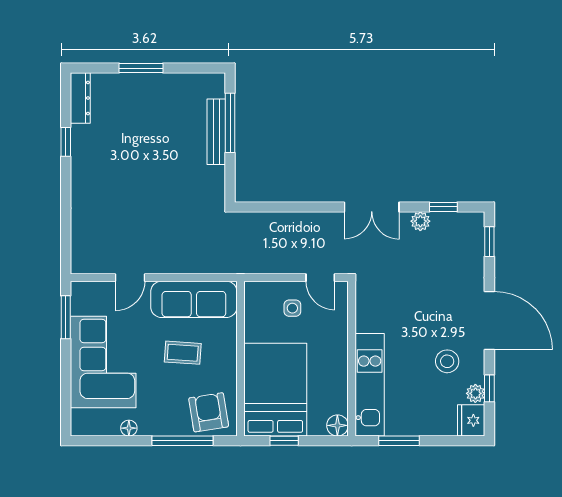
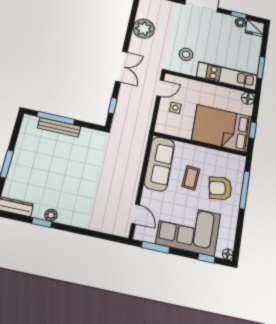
plant: (79, 153) -> (51, 215), added
double door: (372, 207) -> (122, 66), moved
window: (443, 207) -> (113, 106), moved
plant: (420, 221) -> (144, 29), width x1.88, depth x1.88
door: (130, 278) -> (135, 214), moved
stool: (447, 361) -> (186, 54), moved
window: (66, 397) -> (206, 258), added
armchair: (209, 412) -> (220, 188), moved
floor lamp: (129, 428) -> (228, 254), moved

